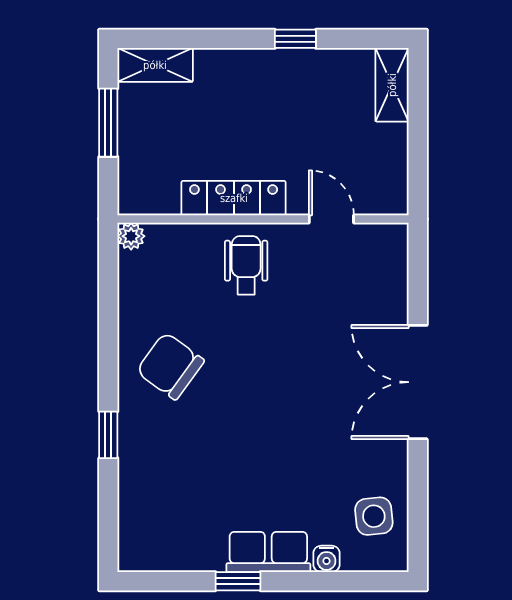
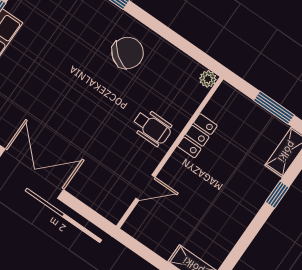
window: (295, 39) -> (277, 195), moved
locker: (234, 198) -> (197, 136), width x0.66

